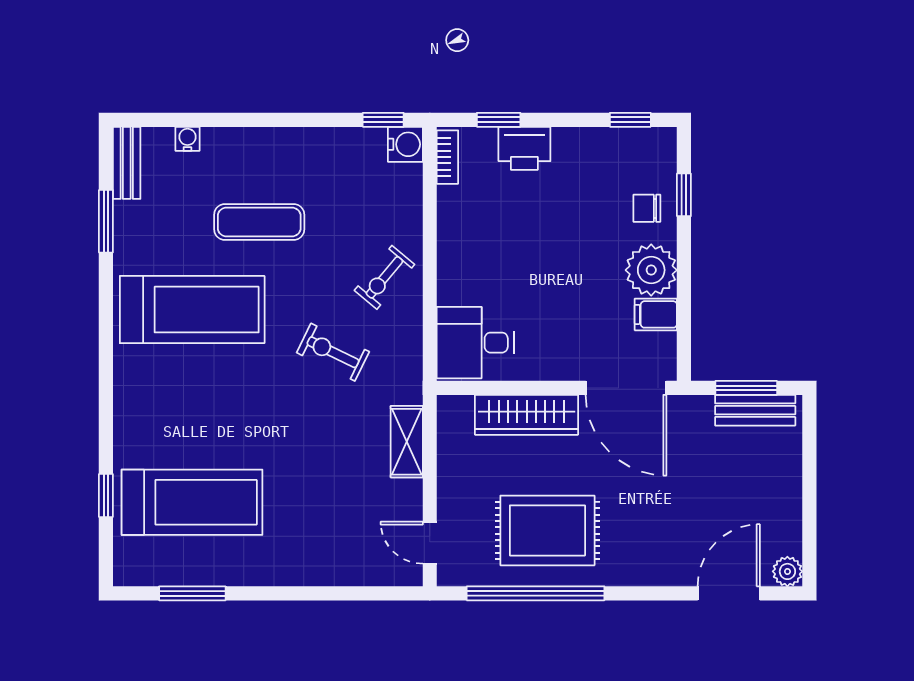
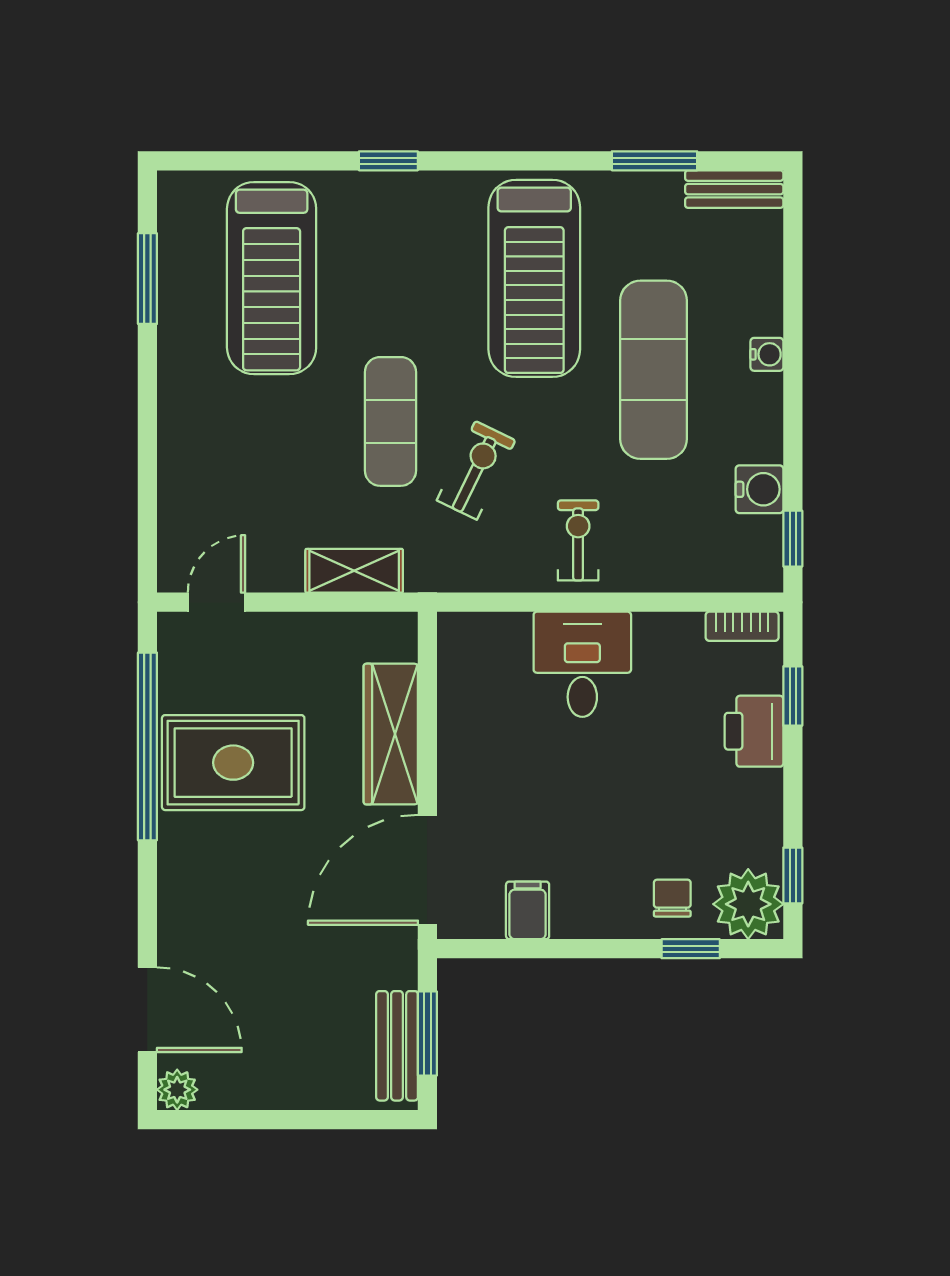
water cooler: (187, 139) -> (767, 354), moved
water cooler: (405, 144) -> (760, 489), moved, turned -90
exercise mat: (259, 222) -> (654, 370), width x1.36, depth x1.45
plant: (651, 270) -> (748, 904), moved
exercise bike: (384, 277) -> (578, 540), turned 50
desk: (475, 343) -> (582, 664), moved
exercise mat: (297, 415) -> (390, 421), added
window: (106, 495) -> (388, 161), moved
rug: (547, 530) -> (233, 763), turned 90

